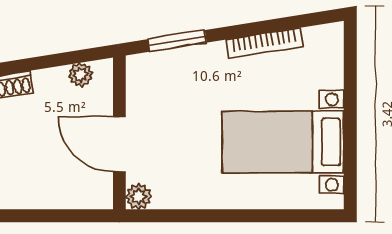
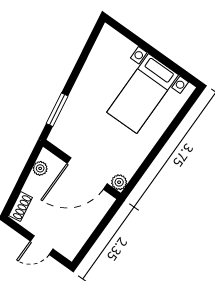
bookcase: (264, 43) -> (88, 68), removed
door: (119, 144) -> (87, 174), width x1.36

